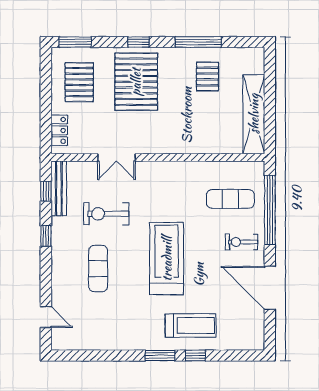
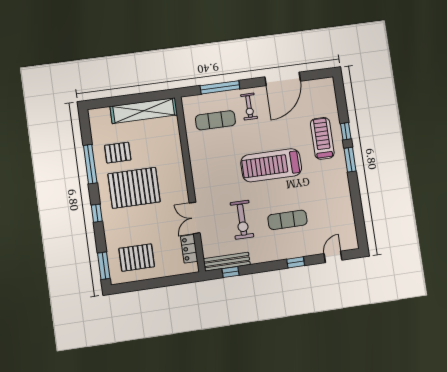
pallet: (136, 82) -> (134, 188), moved
locker: (59, 130) -> (189, 249), moved, turned -90
double door: (116, 157) -> (195, 218), swing flipped
exercise mat: (230, 199) -> (215, 120), turned 90
window: (270, 210) -> (220, 87), width x0.68
window: (46, 236) -> (296, 262), moved

